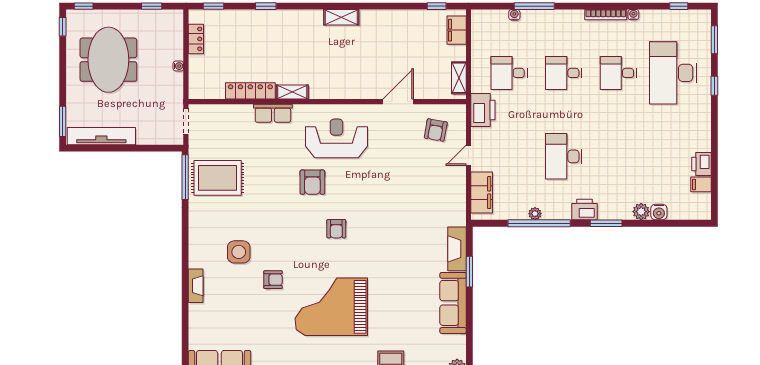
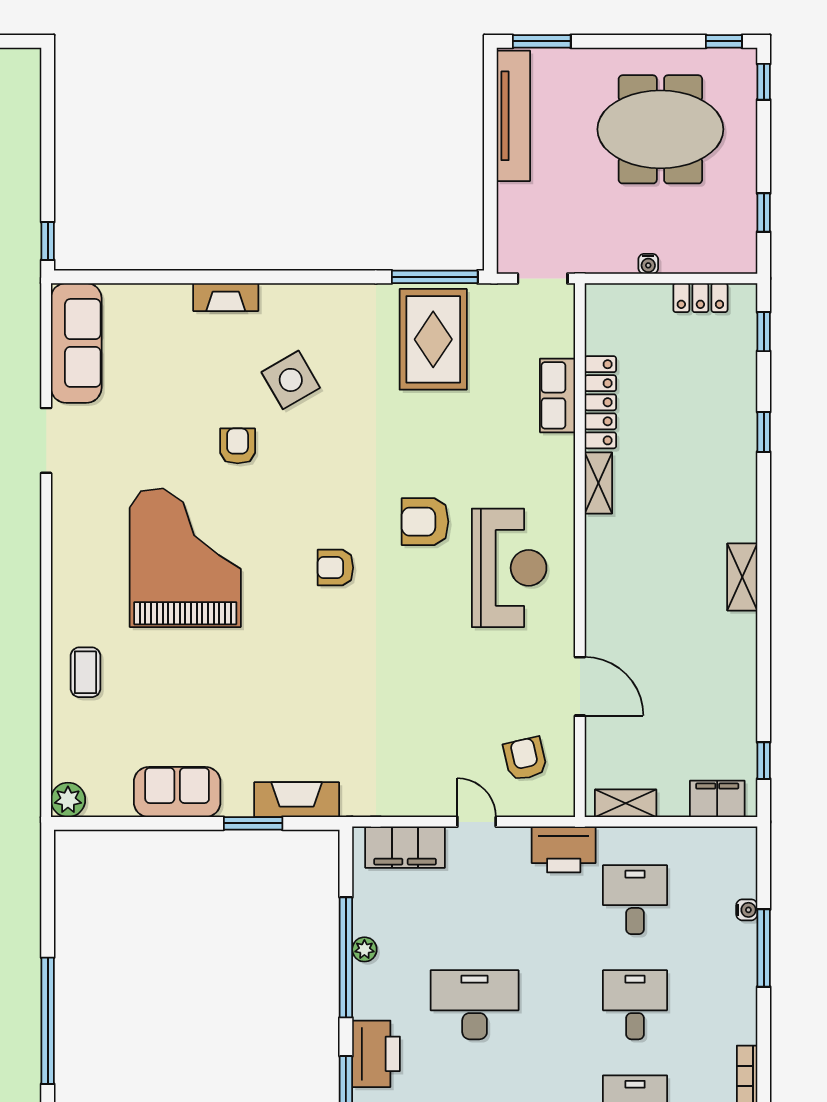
row of seats: (273, 113) -> (558, 395), moved
armchair: (436, 130) -> (525, 759), turned 67
printer: (585, 210) -> (376, 1054), width x1.37, depth x1.19
side table: (239, 252) -> (291, 380), turned -30
armchair: (273, 280) -> (238, 446), turned 180
sofa: (453, 303) -> (177, 792), width x0.73

